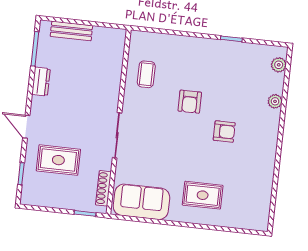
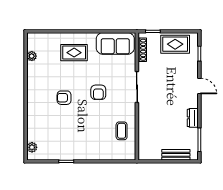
plant: (275, 101) -> (32, 56), moved
armchair: (190, 102) -> (98, 92), moved, turned 180
rug: (58, 160) -> (175, 44), moved

